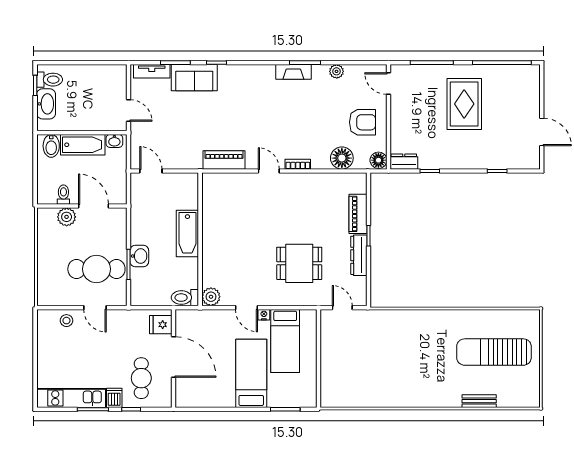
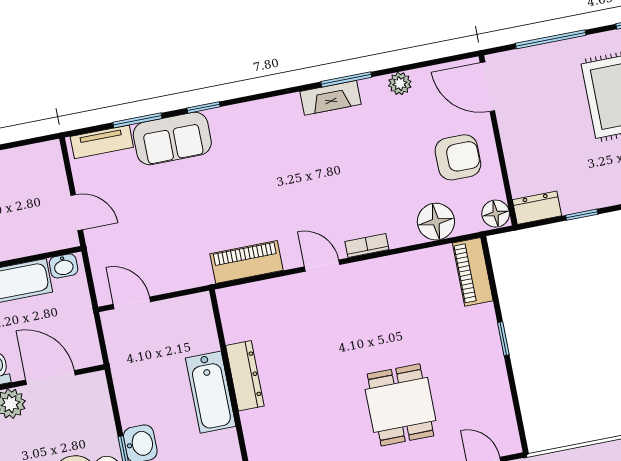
door: (388, 83) -> (487, 87), width x1.38
piano: (358, 214) -> (473, 272), moved
dresser: (359, 255) -> (245, 376), moved, turned 180
dining table: (299, 263) -> (401, 405), turned 90

